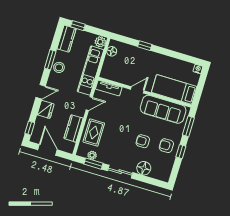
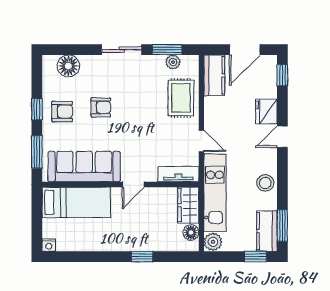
window: (50, 60) -> (282, 225), moved
wardrobe: (108, 68) -> (188, 205), added
door: (89, 104) -> (201, 141), swing flipped
kitchen counter: (74, 128) -> (214, 75), moved
door: (47, 150) -> (245, 50), hinge flipped
floor lamp: (144, 168) -> (68, 66), moved

